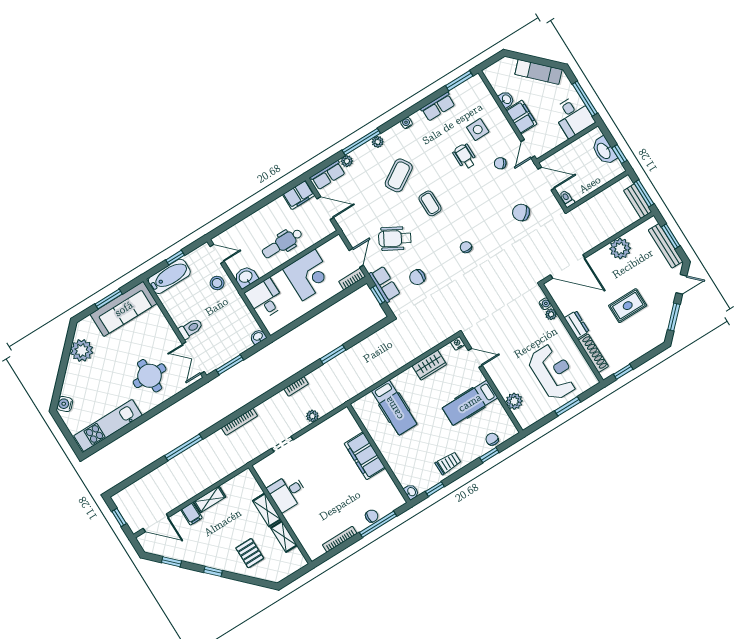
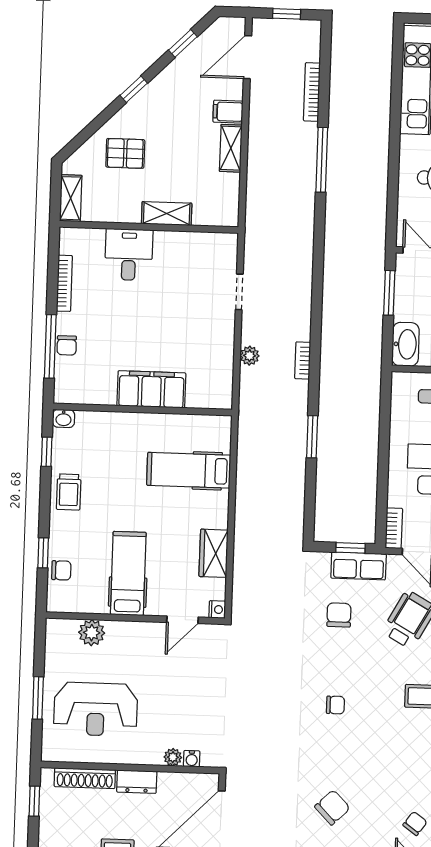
washbasin: (258, 337) -> (405, 344), width x1.91, depth x1.45
bookcase: (239, 422) -> (312, 92), moved
desk: (287, 492) -> (129, 254), moved
shelving: (284, 537) -> (71, 198), moved, turned 90

